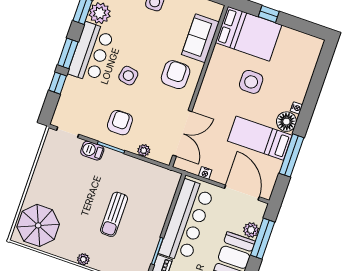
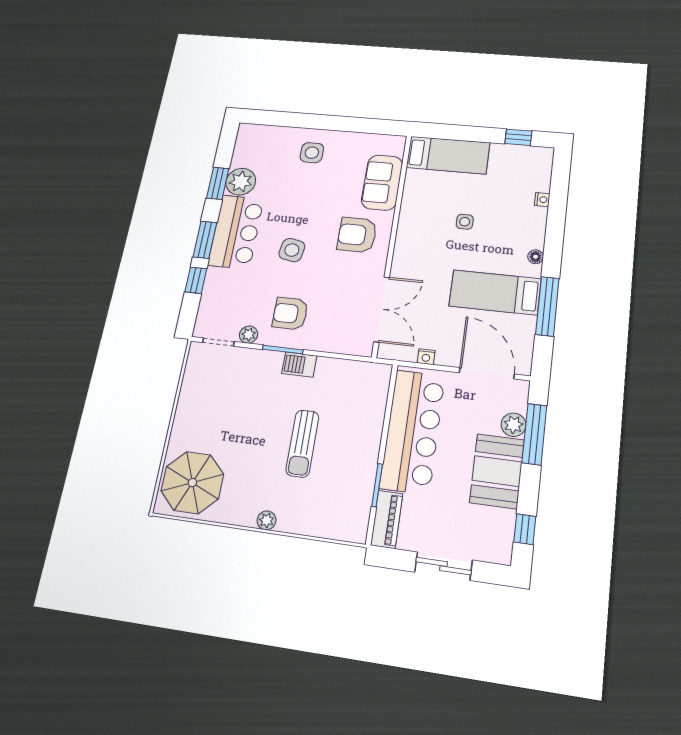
window: (269, 14) -> (518, 137), moved
bed: (249, 34) -> (448, 155), width x0.67
armchair: (176, 75) -> (357, 235), turned -90
side table: (251, 82) -> (465, 222), width x0.54, depth x0.54
nightstand: (296, 108) -> (542, 200), moved
floor lamp: (286, 122) -> (536, 257), width x0.53, depth x0.53
armchair: (120, 123) -> (290, 314), turned -90
plant: (144, 150) -> (249, 335), moved
barbecue: (92, 151) -> (299, 365), moved

